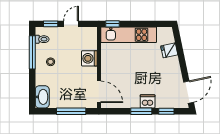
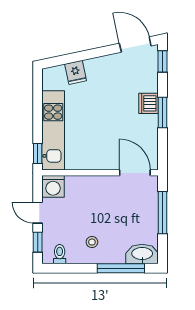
window: (32, 52) -> (121, 268), moved
washing machine: (89, 58) -> (53, 186), moved
door: (99, 92) -> (135, 173), hinge flipped
window: (166, 111) -> (163, 61), moved

